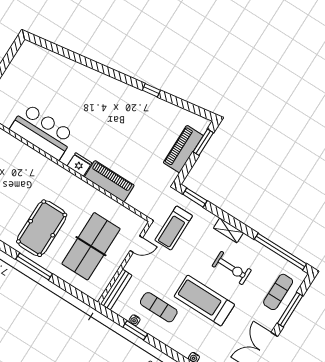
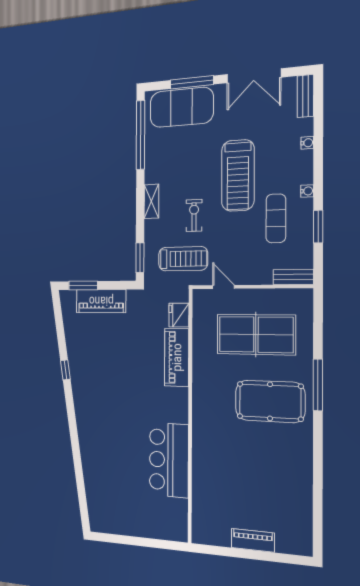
fridge: (79, 165) -> (179, 315), moved
exercise bike: (232, 268) -> (194, 215), moved, width x0.73, depth x0.72
bench: (116, 290) -> (293, 277), width x0.73
exercise mat: (278, 292) -> (182, 107), width x2.00, depth x1.45
water cooler: (134, 320) -> (307, 191), moved

